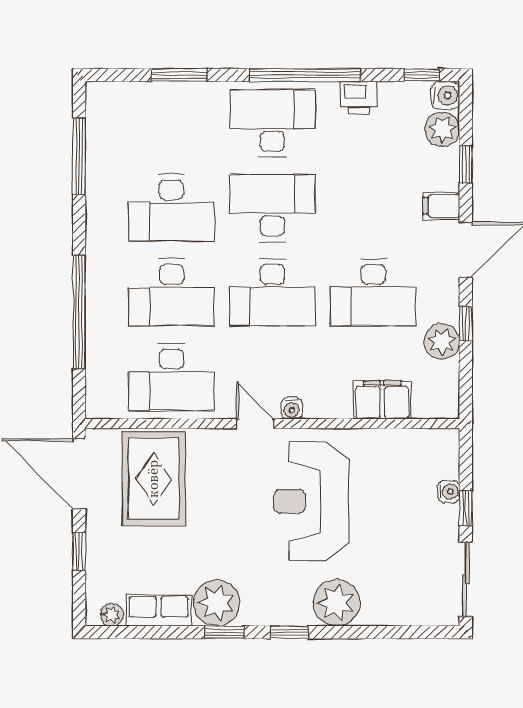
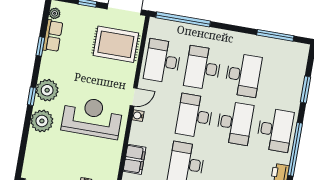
desk: (171, 208) -> (243, 75), turned 180
window: (79, 312) -> (183, 19), moved
plant: (217, 603) -> (47, 90), moved
window: (225, 632) -> (40, 46), moved

